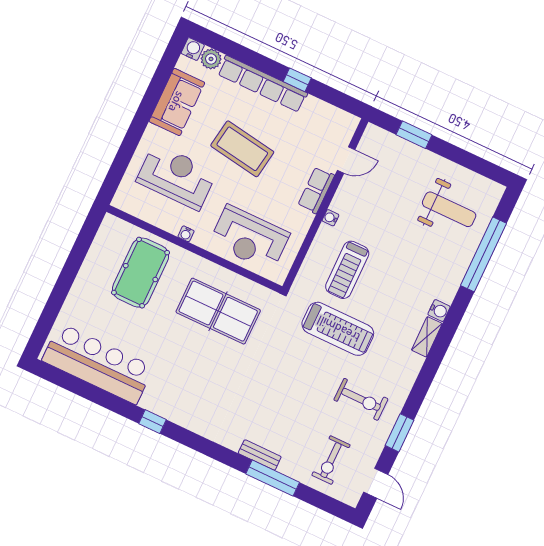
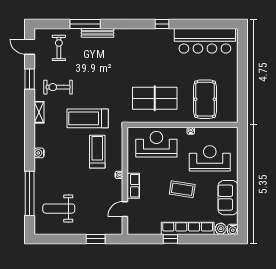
coffee table: (242, 149) -> (182, 189), width x0.73, depth x0.76
reception desk: (177, 177) -> (210, 158), turned 180
shelving: (427, 337) -> (39, 112), moved
bench: (260, 455) -> (97, 33), width x1.36

